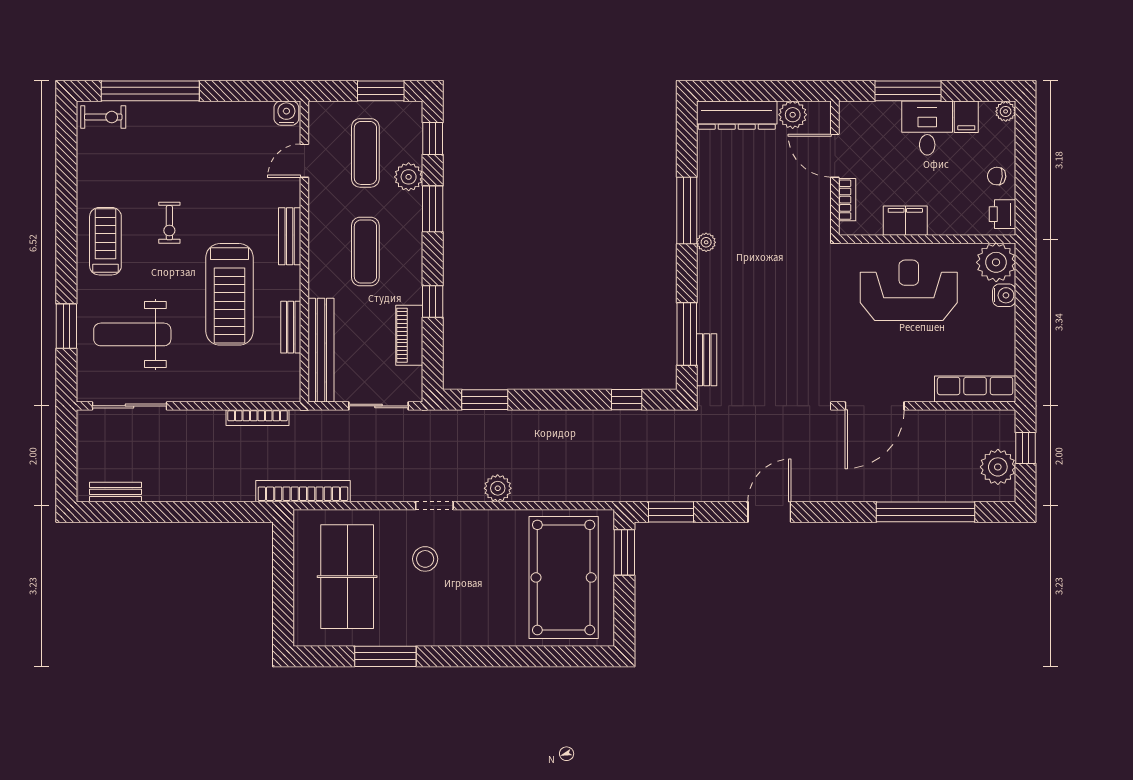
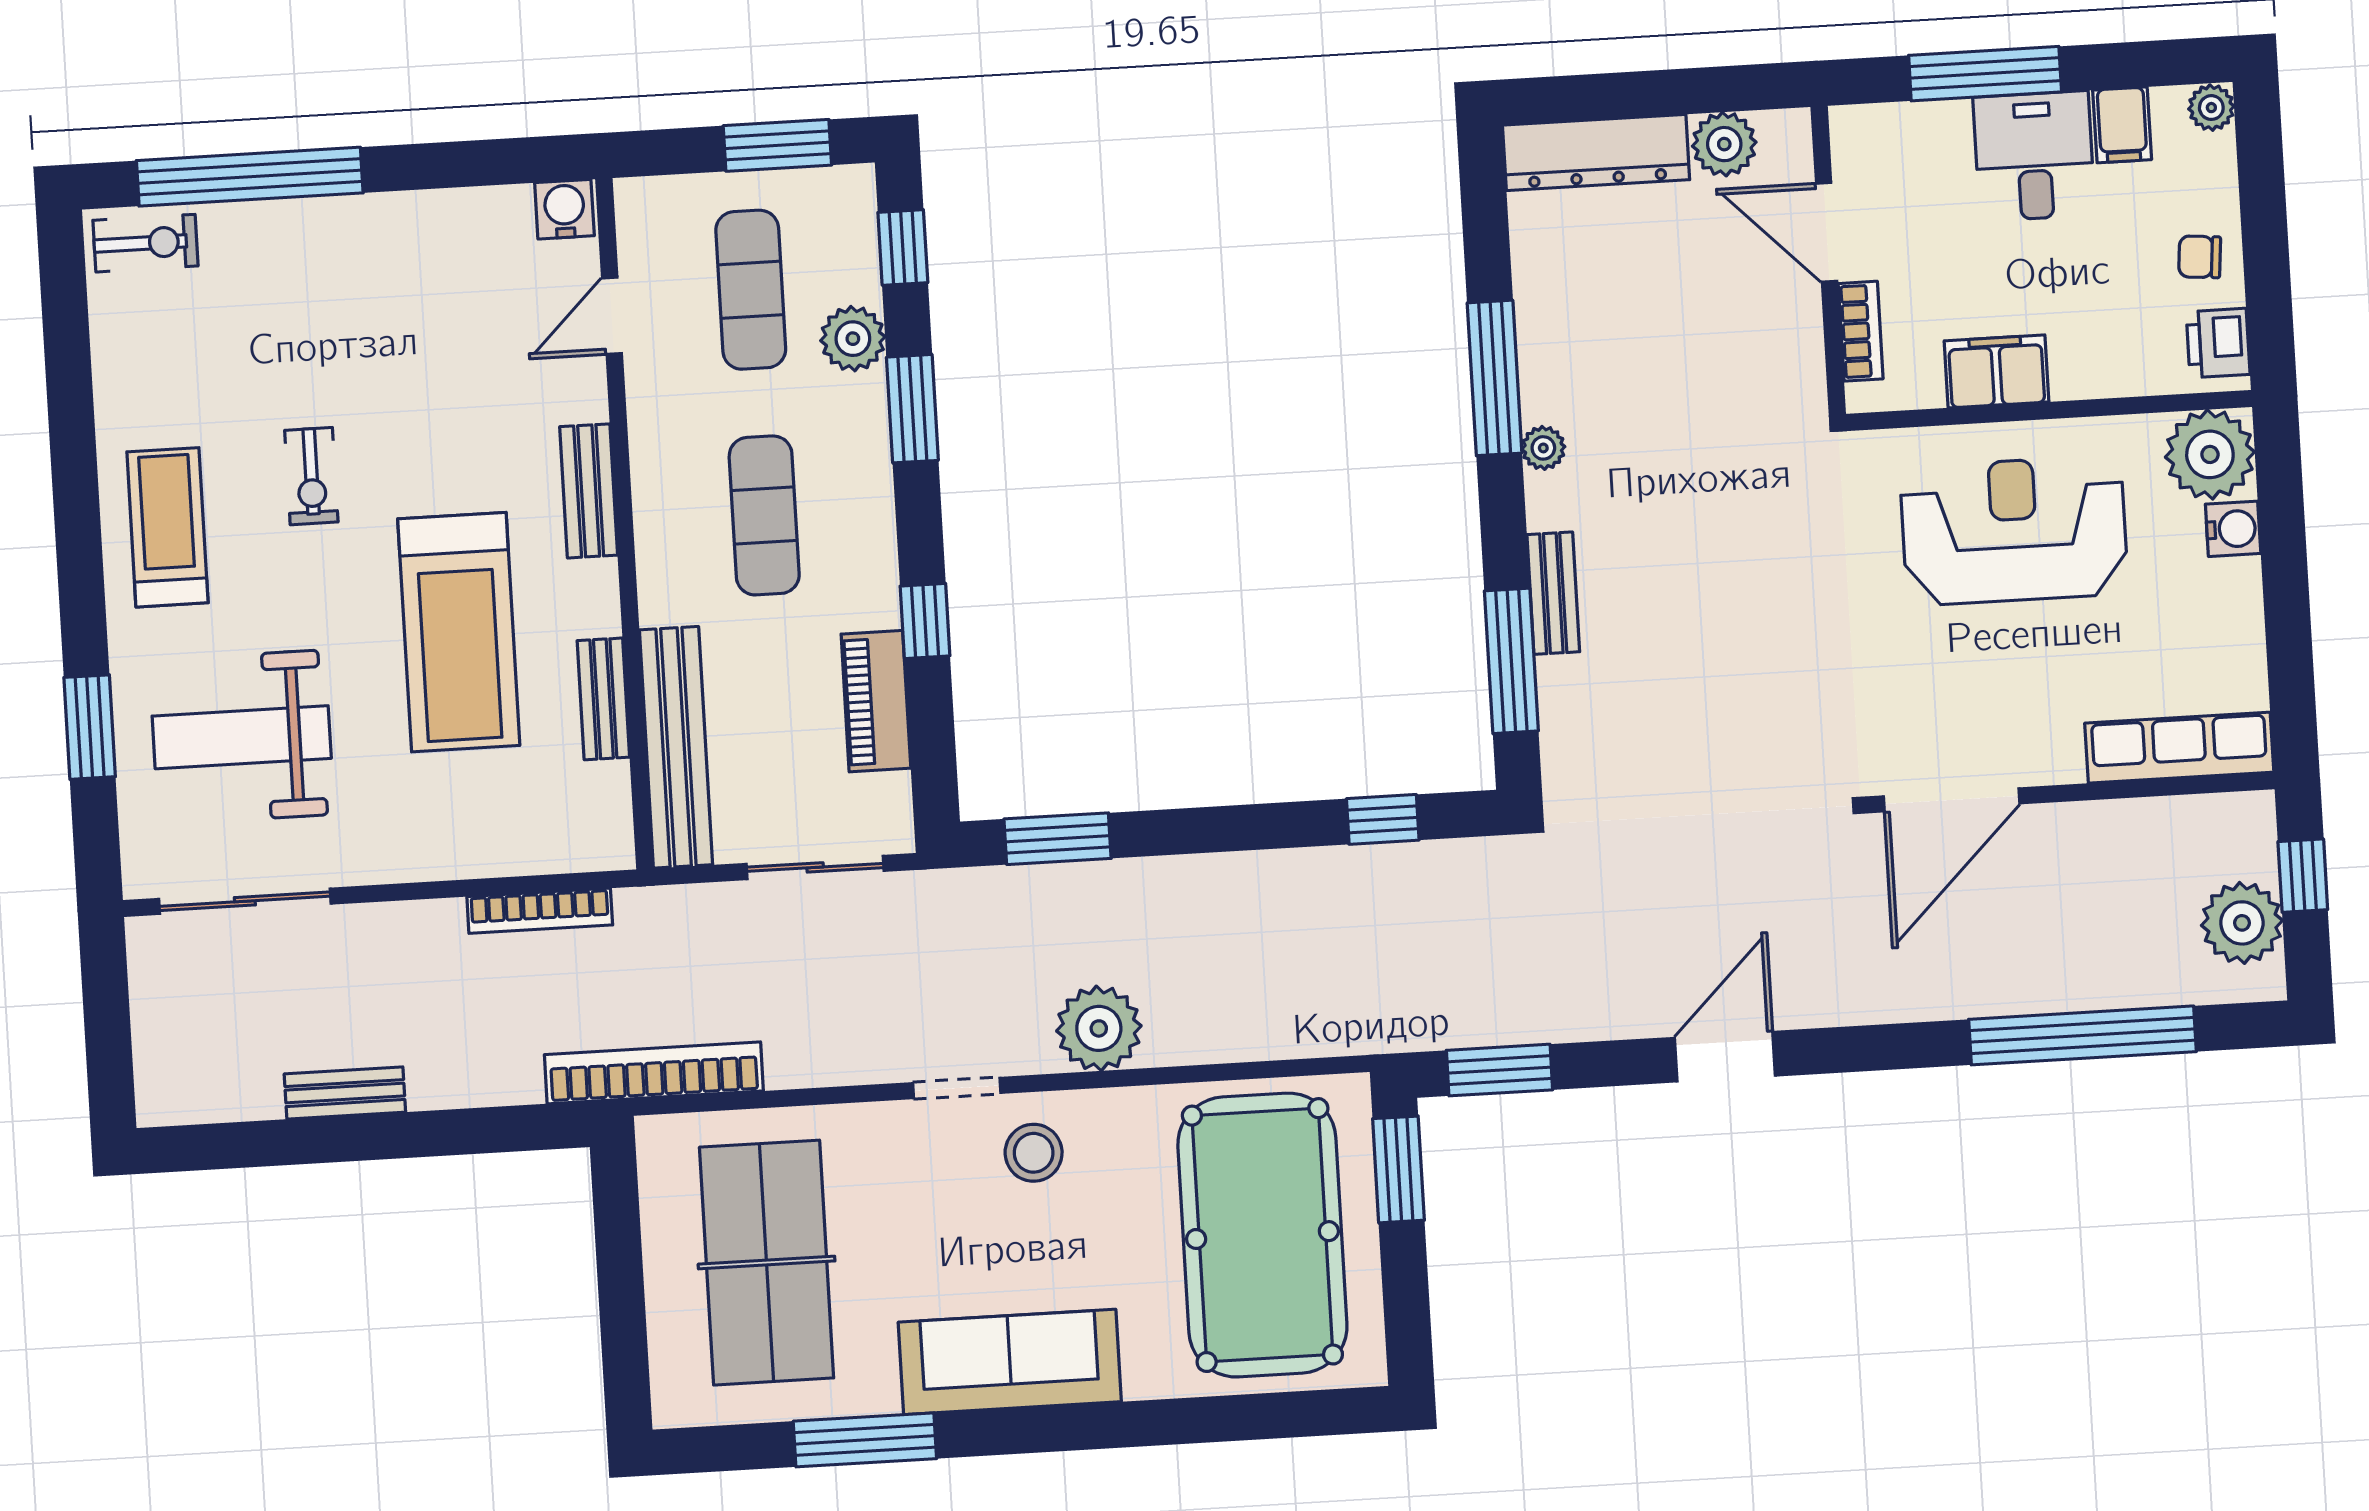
bench: (707, 360) -> (1553, 593), moved
plant: (498, 488) -> (1099, 1028), width x1.36, depth x1.36
bench: (116, 492) -> (345, 1093), moved
stool: (425, 559) -> (1034, 1153), moved
sofa: (450, 626) -> (1010, 1362), added

